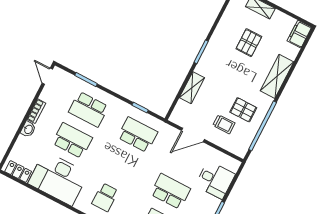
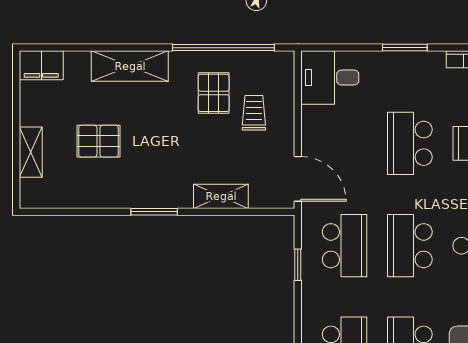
school desk: (138, 135) -> (345, 246), turned 180
door: (193, 135) -> (298, 179), moved
school desk: (121, 166) -> (410, 246), added
desk: (215, 180) -> (330, 77), moved, turned -90

